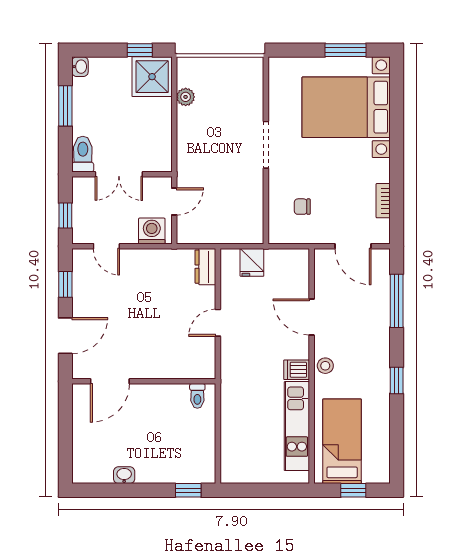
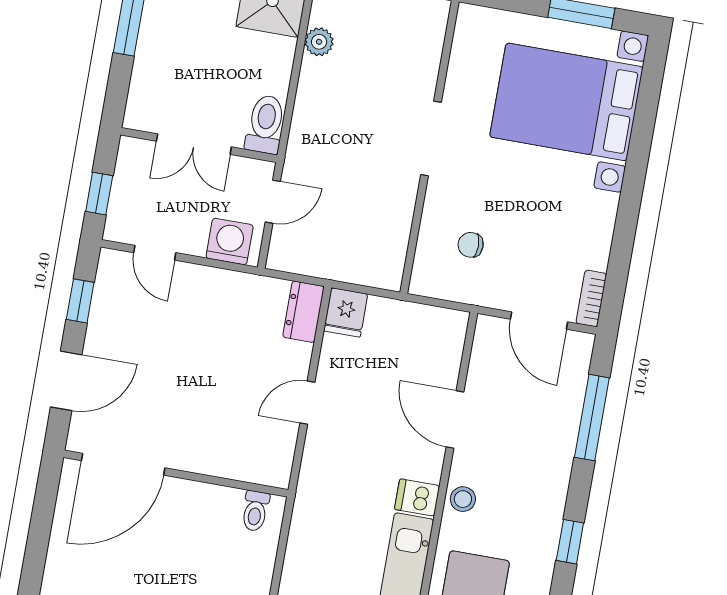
toilet: (83, 154) -> (265, 124), moved
bookcase: (383, 201) -> (591, 298), moved
fridge: (252, 262) -> (346, 312), moved
door: (110, 381) -> (123, 464), width x1.36

